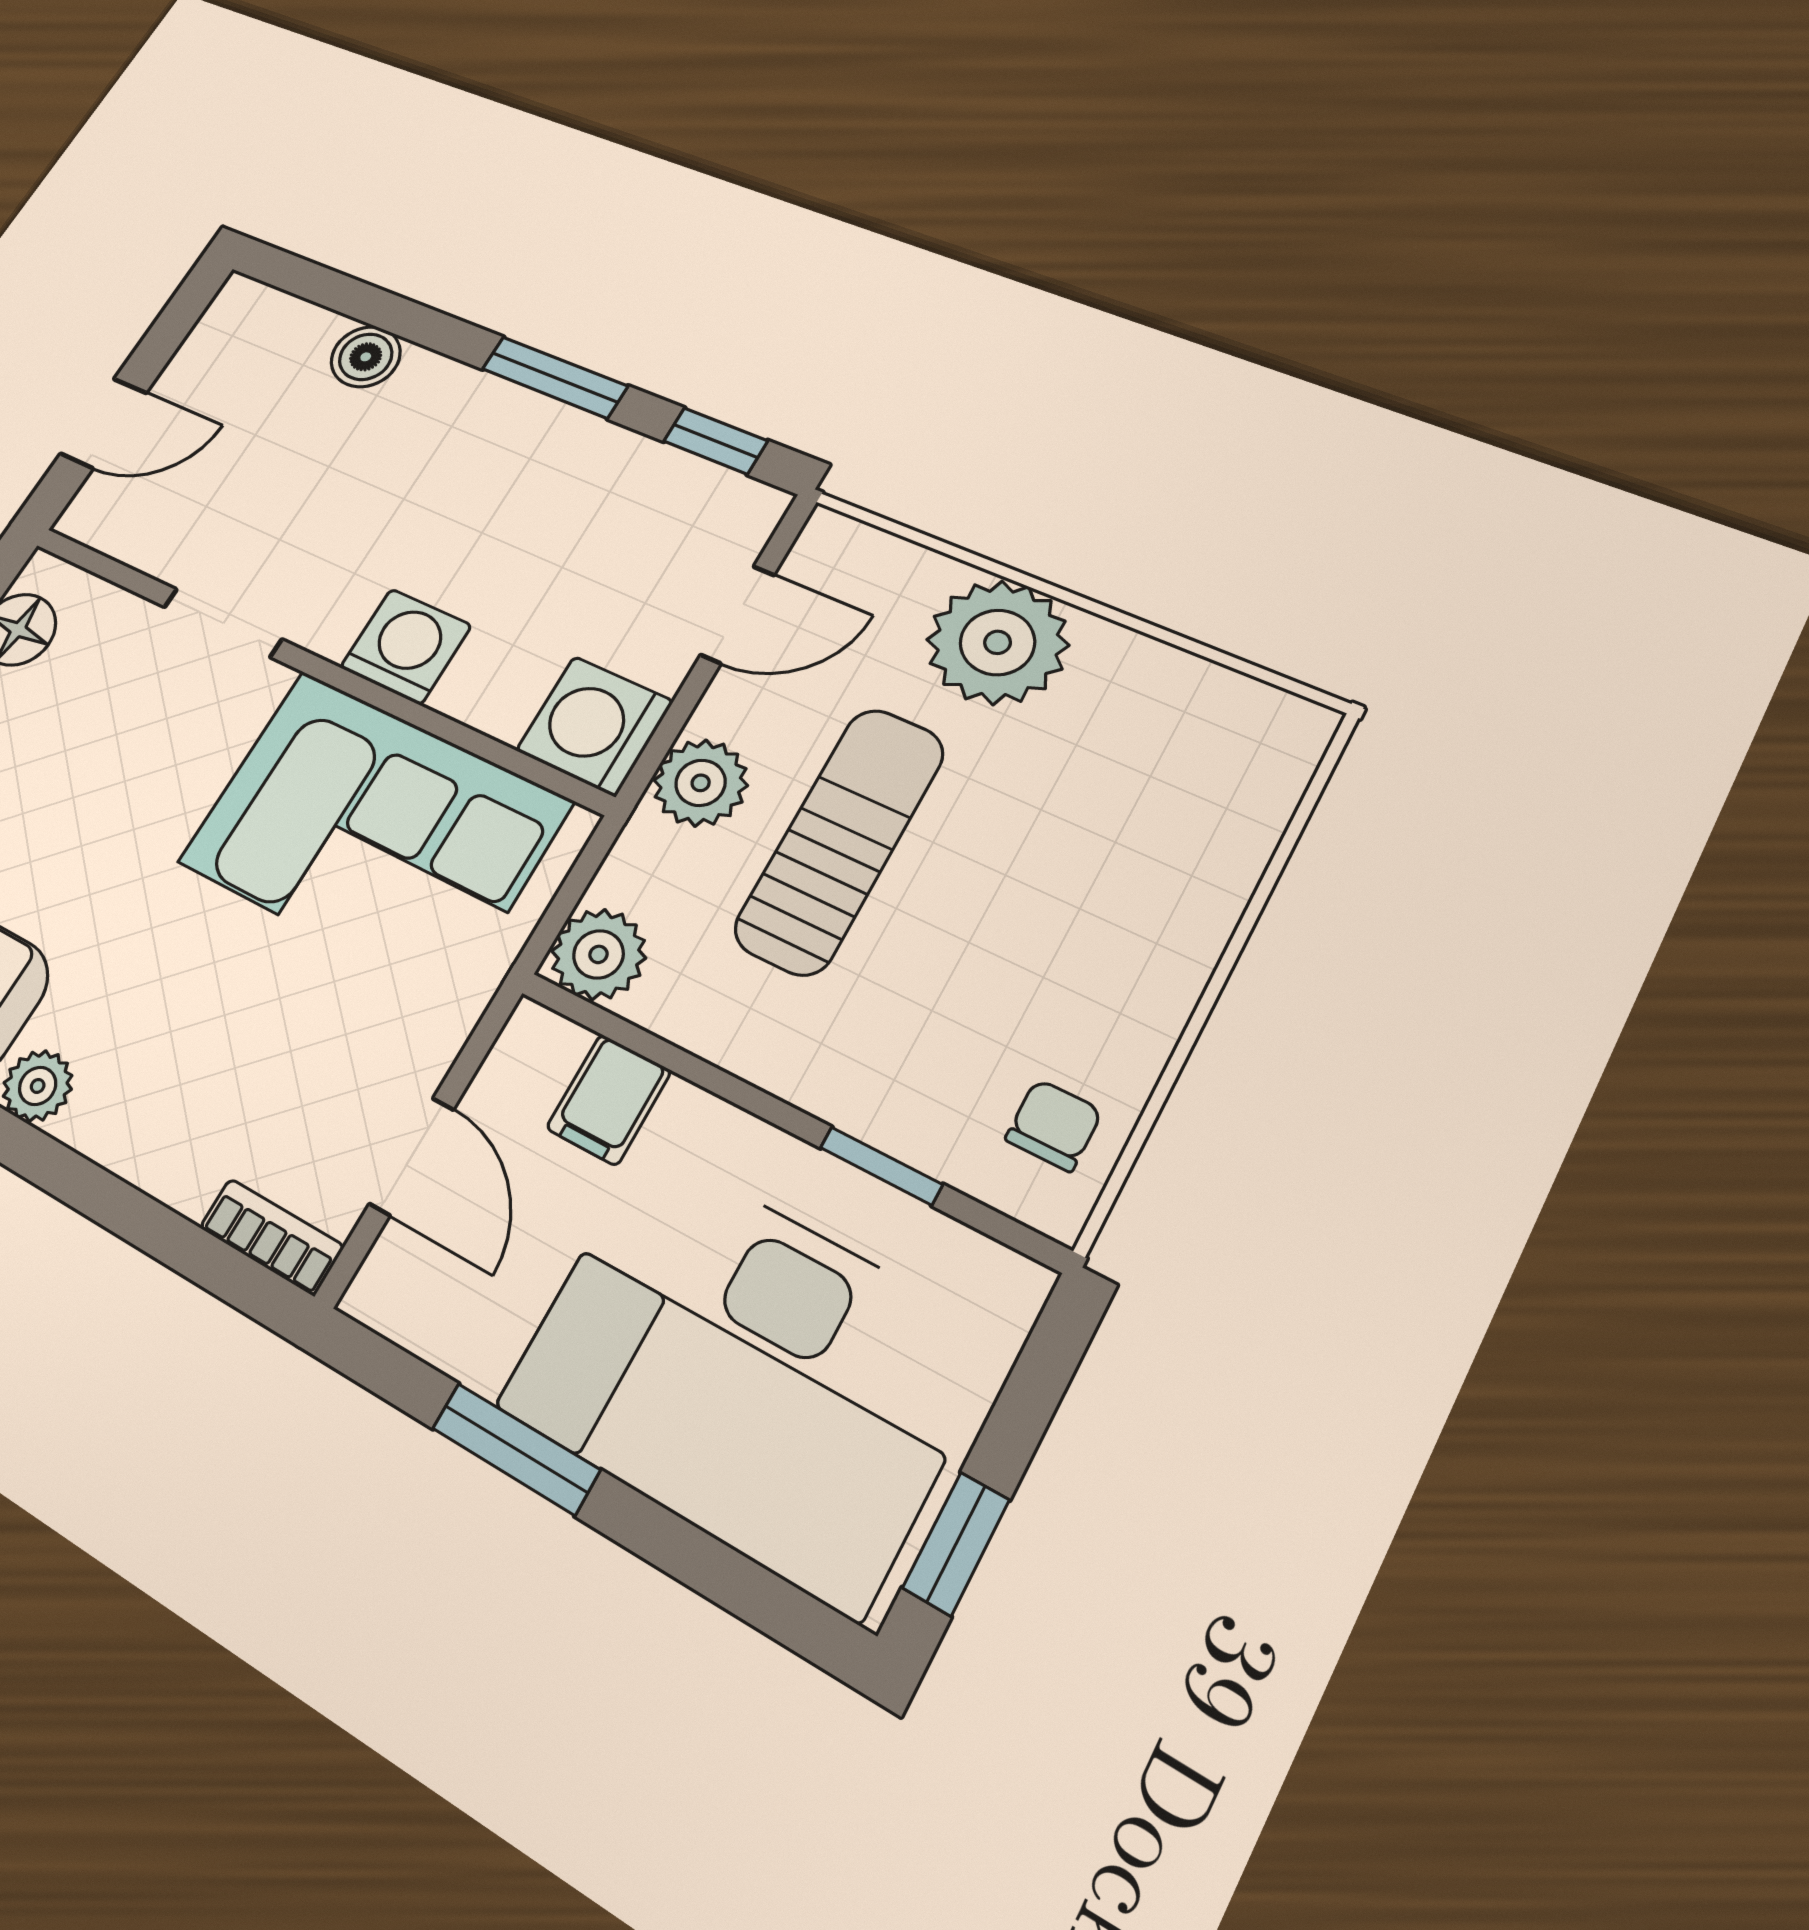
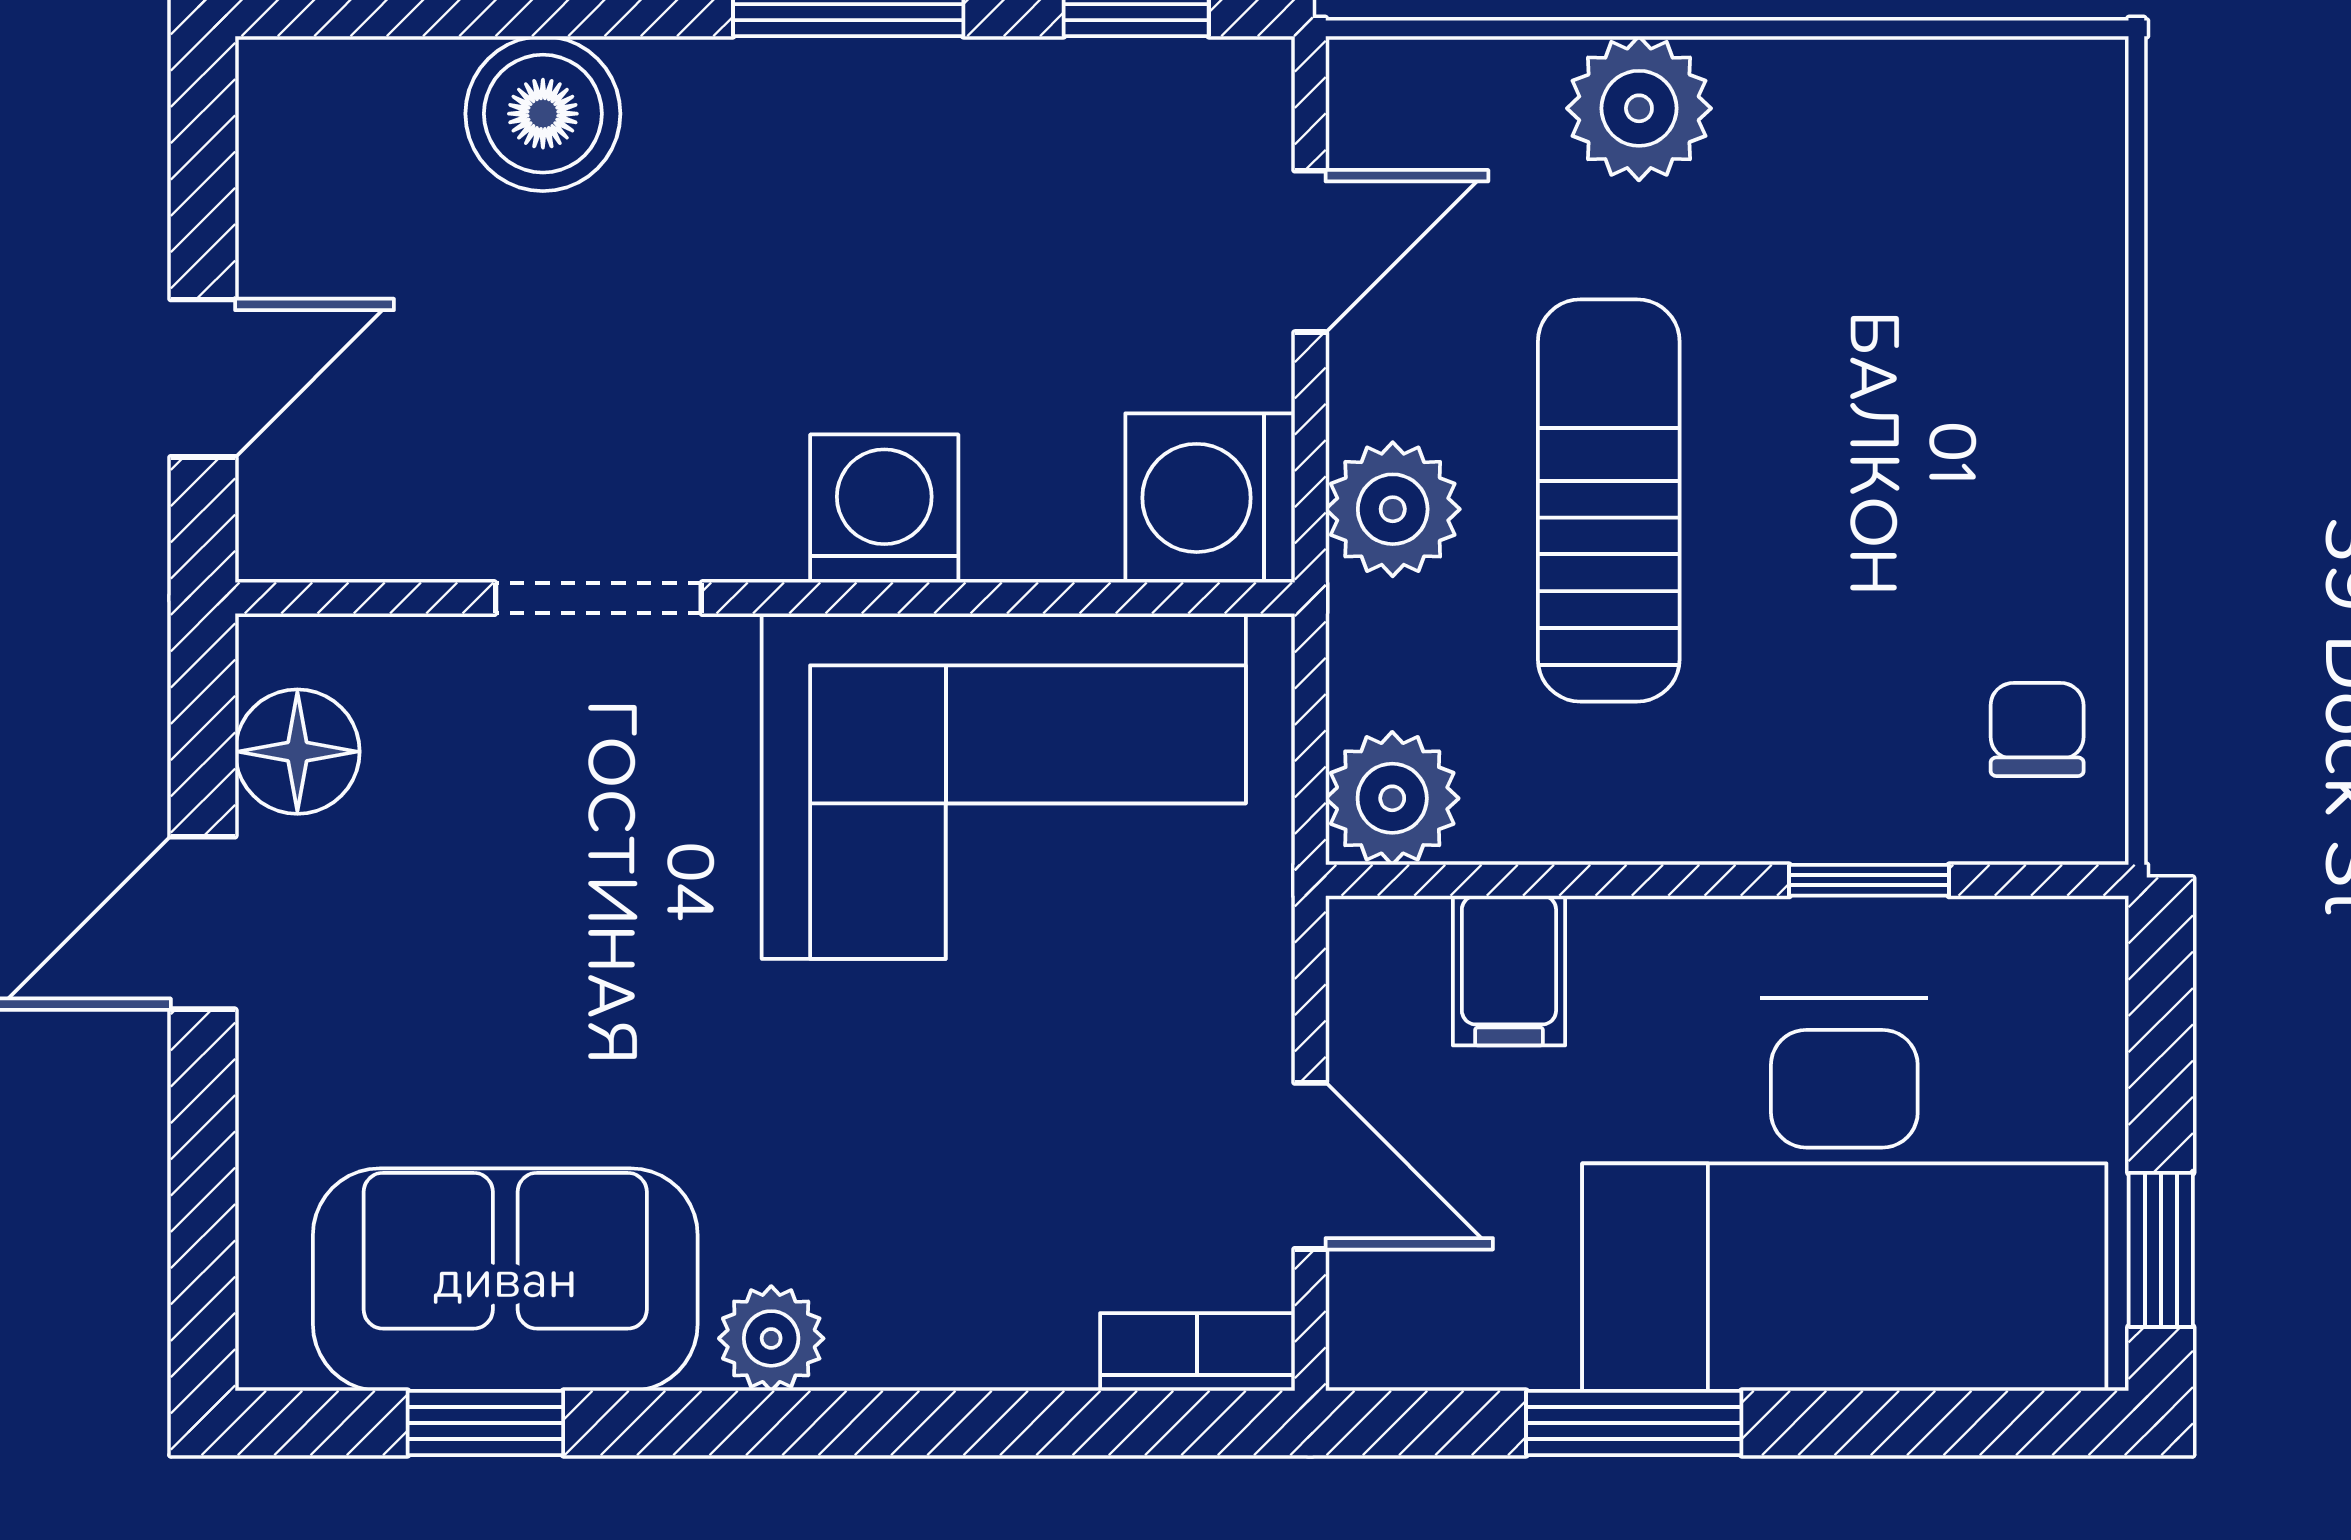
boiler: (366, 357) -> (543, 114), width x1.36, depth x1.36
plant: (998, 642) -> (1639, 108), width x0.73, depth x0.73

